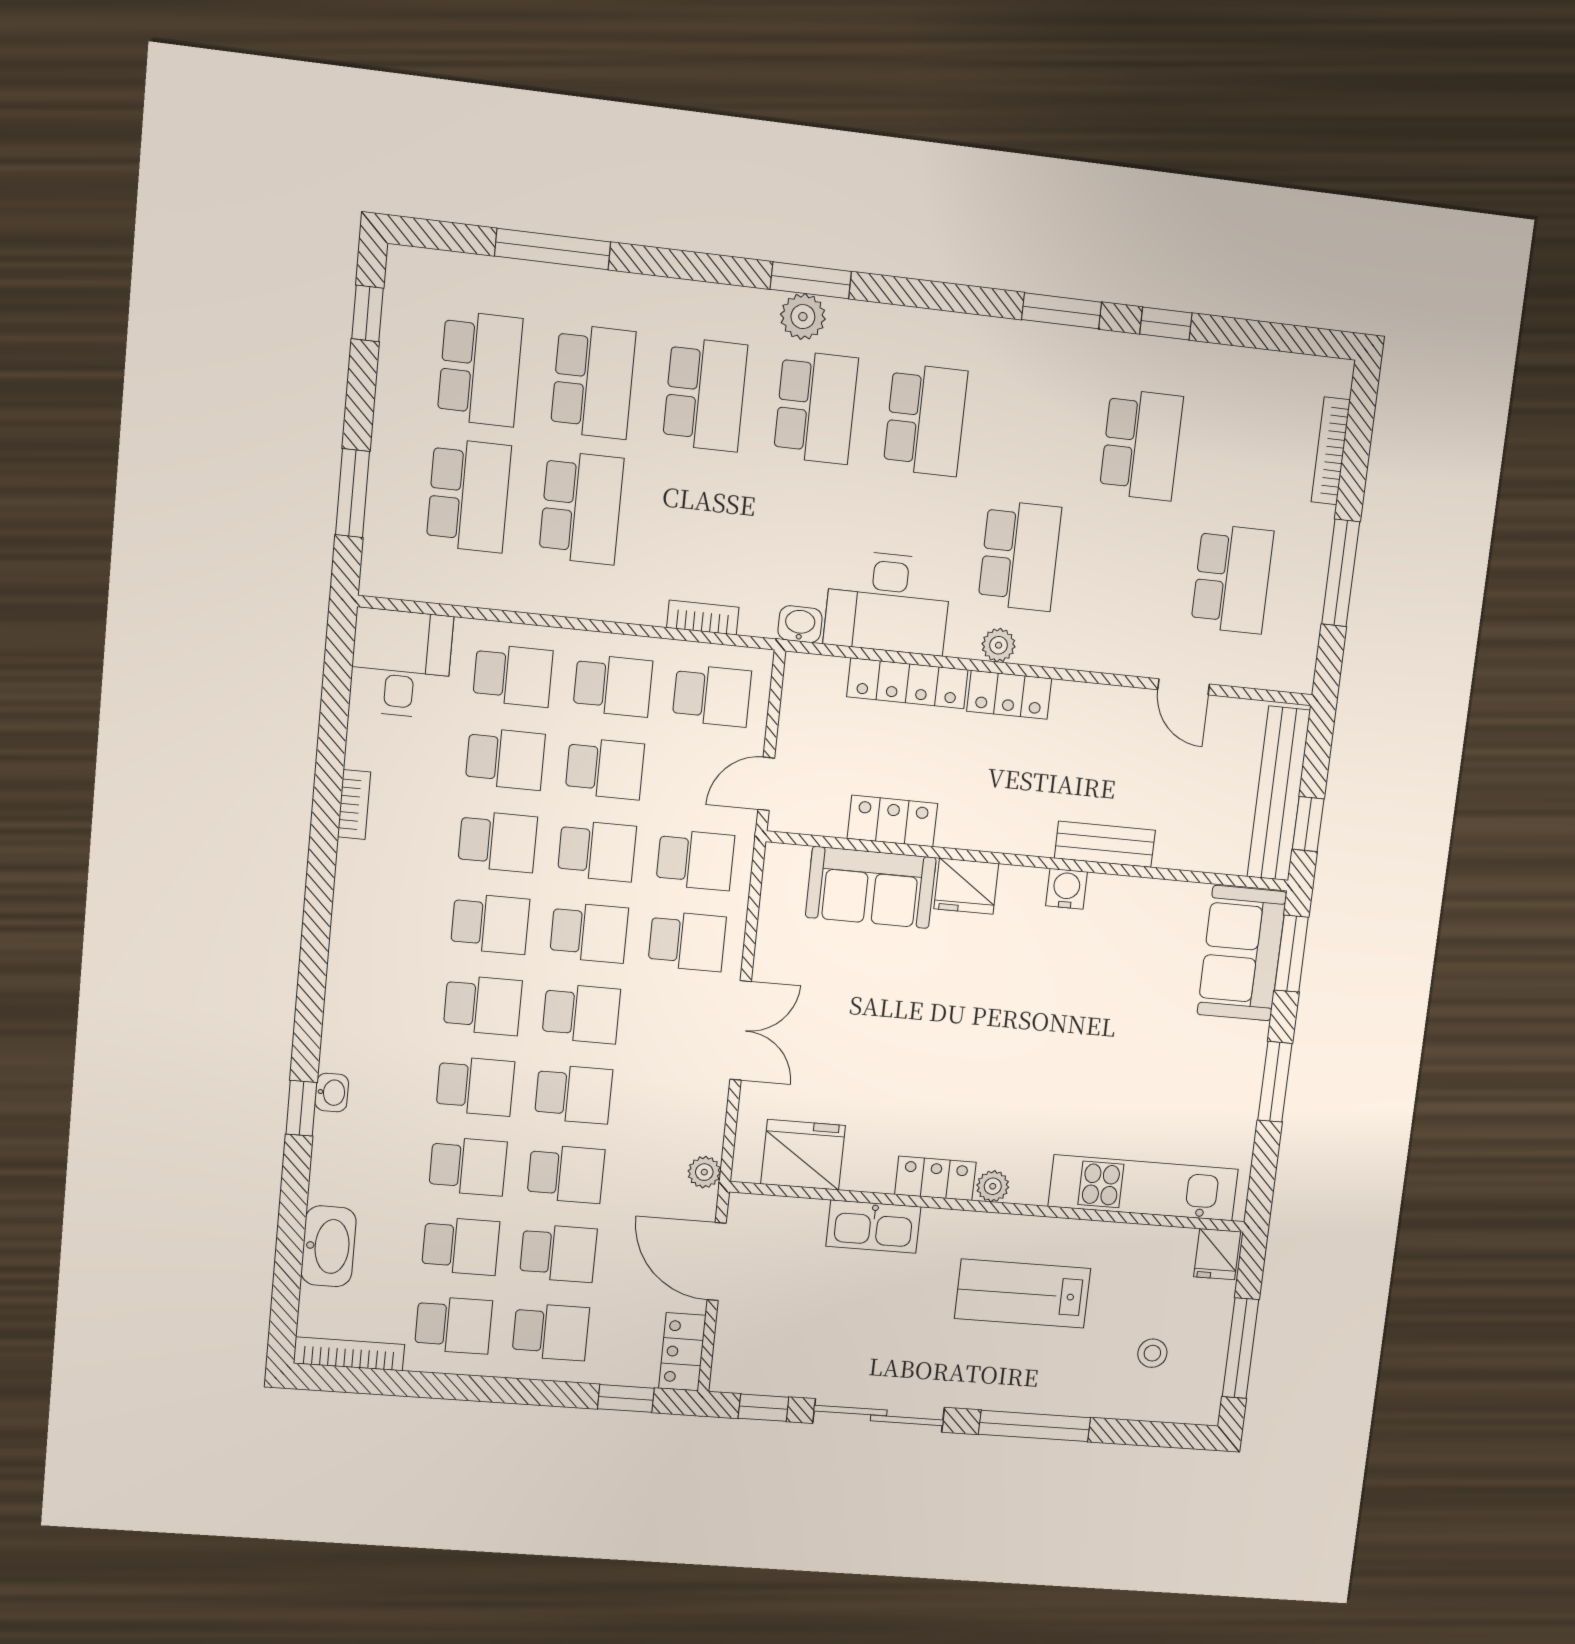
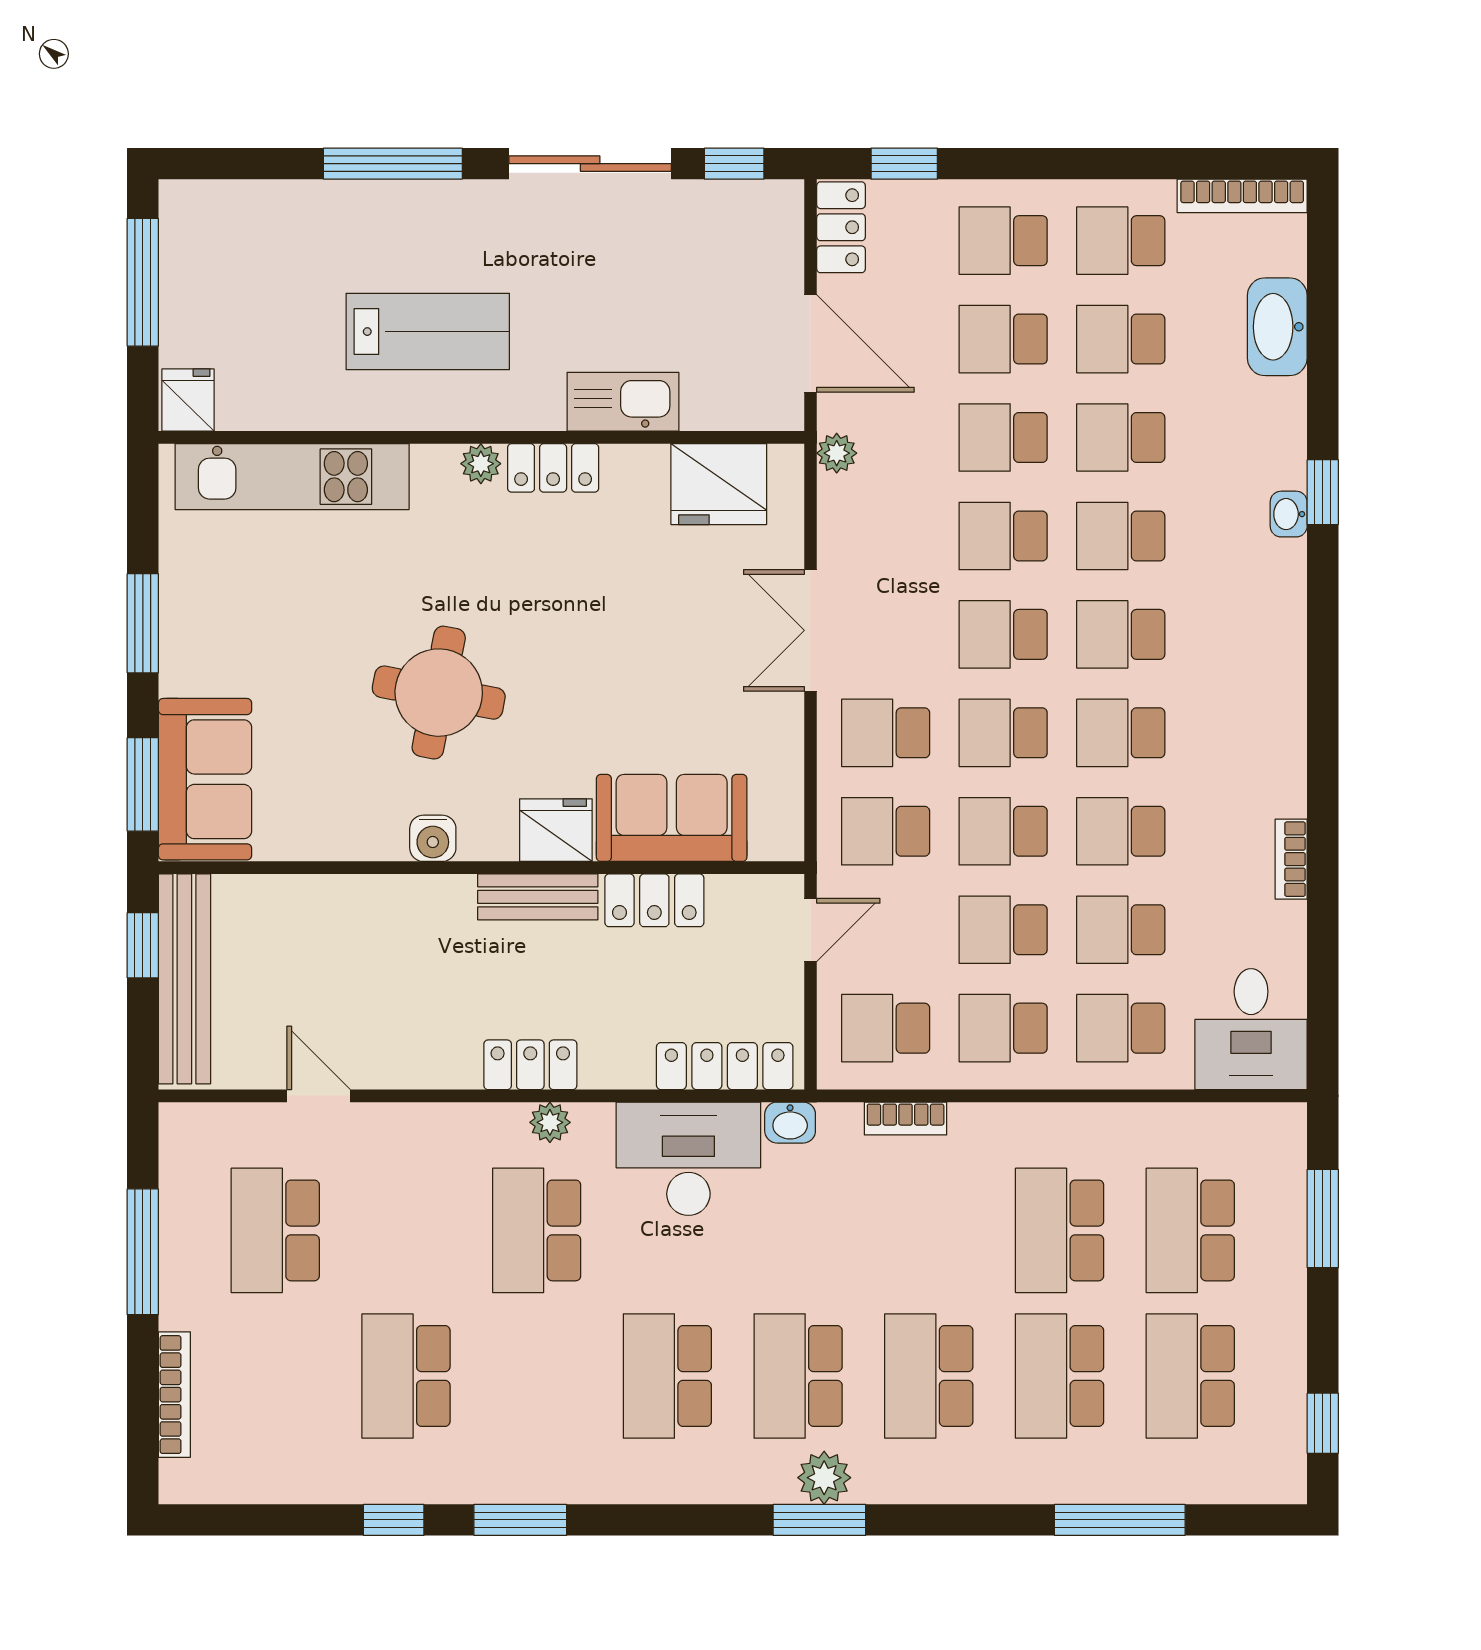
locker: (907, 683) -> (725, 1066), moved
bench: (1105, 844) -> (538, 897), moved
round table: (1048, 1006) -> (439, 693), added
stool: (1152, 1353) -> (255, 268), removed

